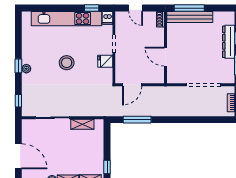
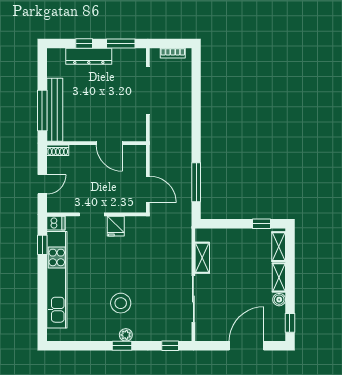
door: (166, 57) -> (109, 143), hinge flipped
stool: (67, 63) -> (121, 303), moved

